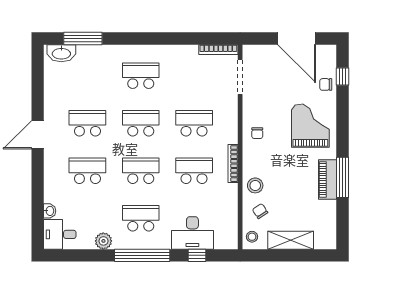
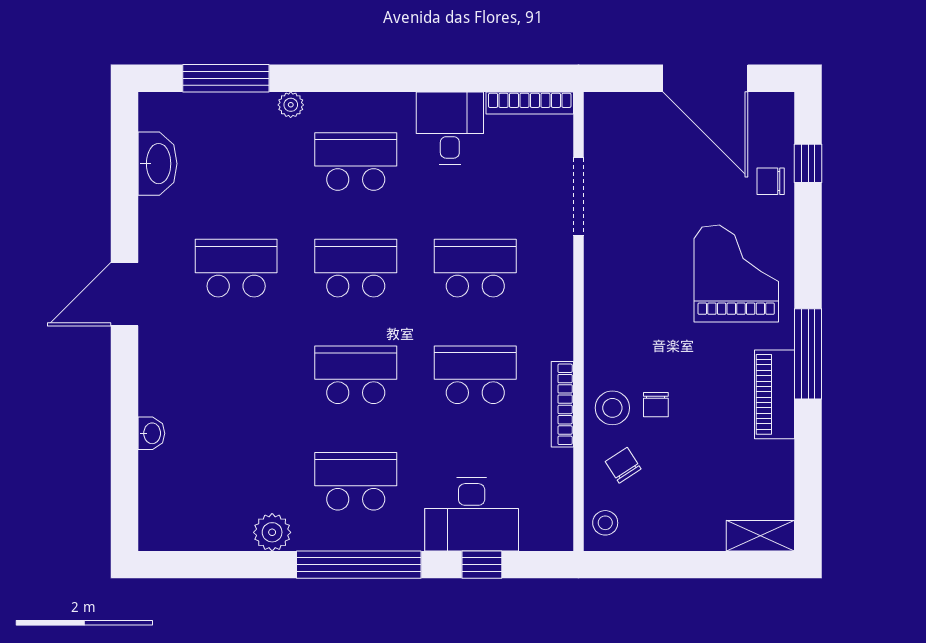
plant: (112, 50) -> (291, 105), added
washbasin: (61, 53) -> (157, 164), moved, turned -90
doorway: (240, 77) -> (578, 197), moved
chair: (257, 133) -> (656, 405), moved
bookcase: (233, 164) -> (562, 404), moved
school desk: (87, 171) -> (236, 375), removed
window: (342, 177) -> (808, 354), moved
washbasin: (50, 211) -> (151, 433), moved
desk: (60, 234) -> (450, 128), moved, turned 90
shelving: (291, 240) -> (760, 536), moved, width x0.67, depth x0.75

